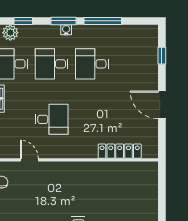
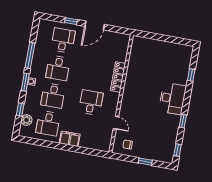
window: (162, 56) -> (71, 21), moved
desk: (133, 64) -> (63, 40), added
locker: (120, 151) -> (118, 77), moved
door: (29, 160) -> (116, 123), swing flipped

